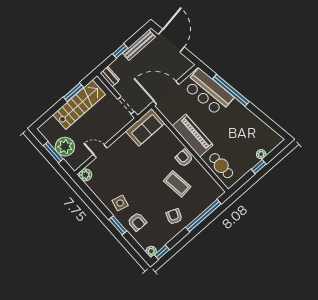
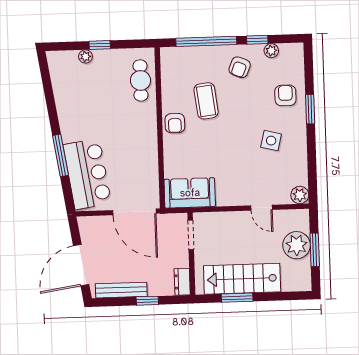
window: (231, 90) -> (60, 155), width x0.68
piano: (193, 136) -> (145, 140), removed
side table: (120, 203) -> (271, 141), moved
plant: (151, 251) -> (271, 51), moved
window: (162, 252) -> (257, 40), moved

